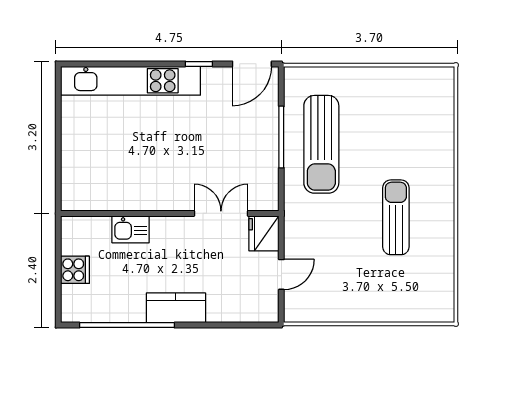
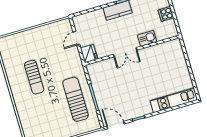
door: (252, 64) -> (116, 125), hinge flipped
kitchen unit: (131, 81) -> (174, 100), width x0.73
double door: (221, 213) -> (125, 52), moved

